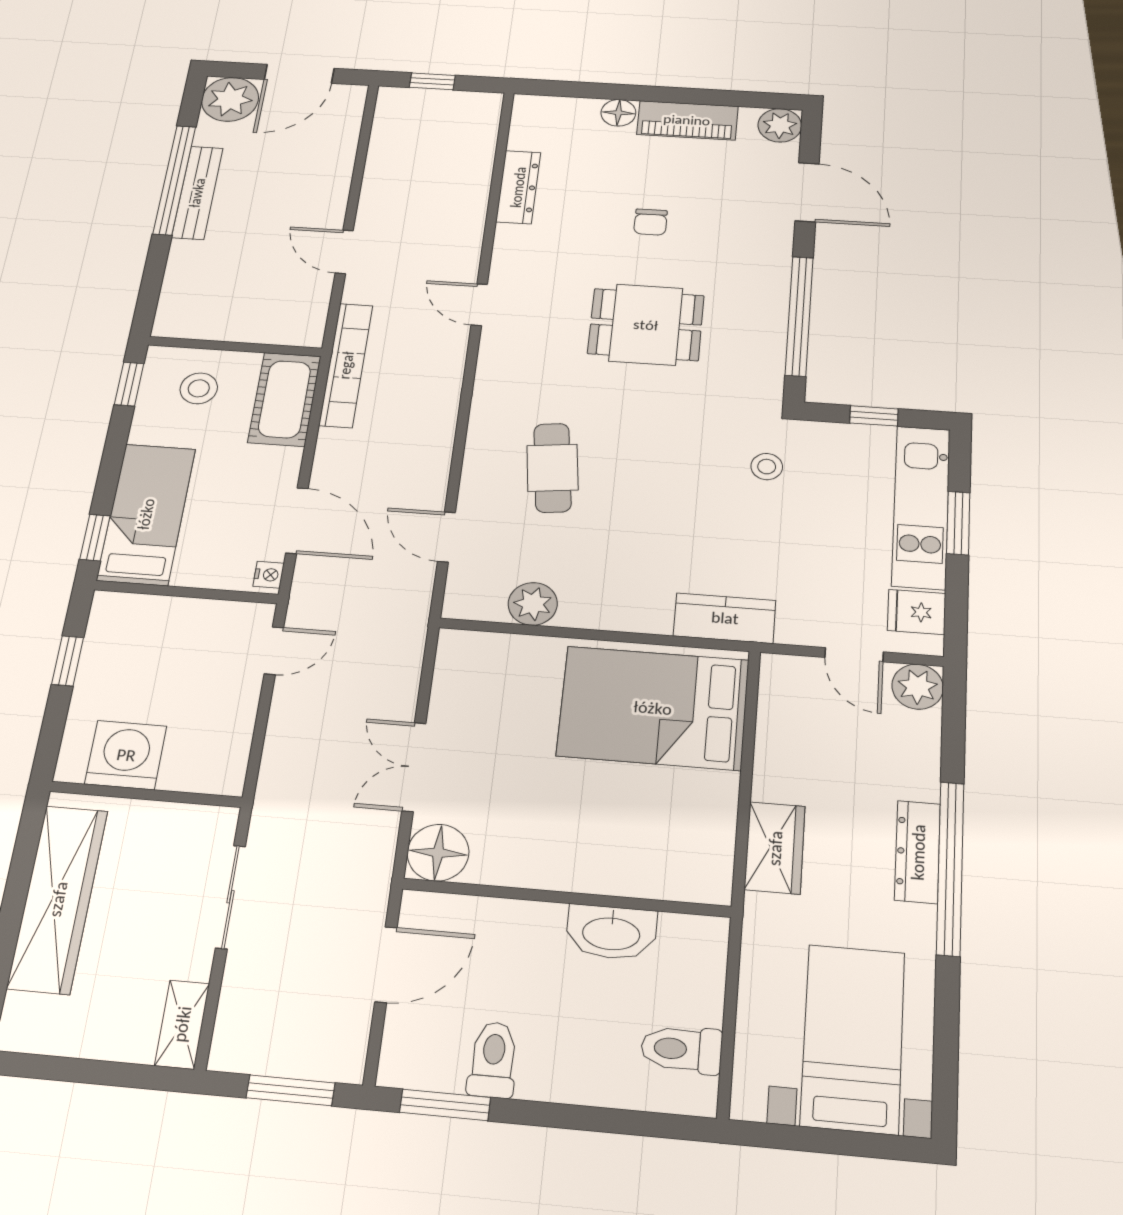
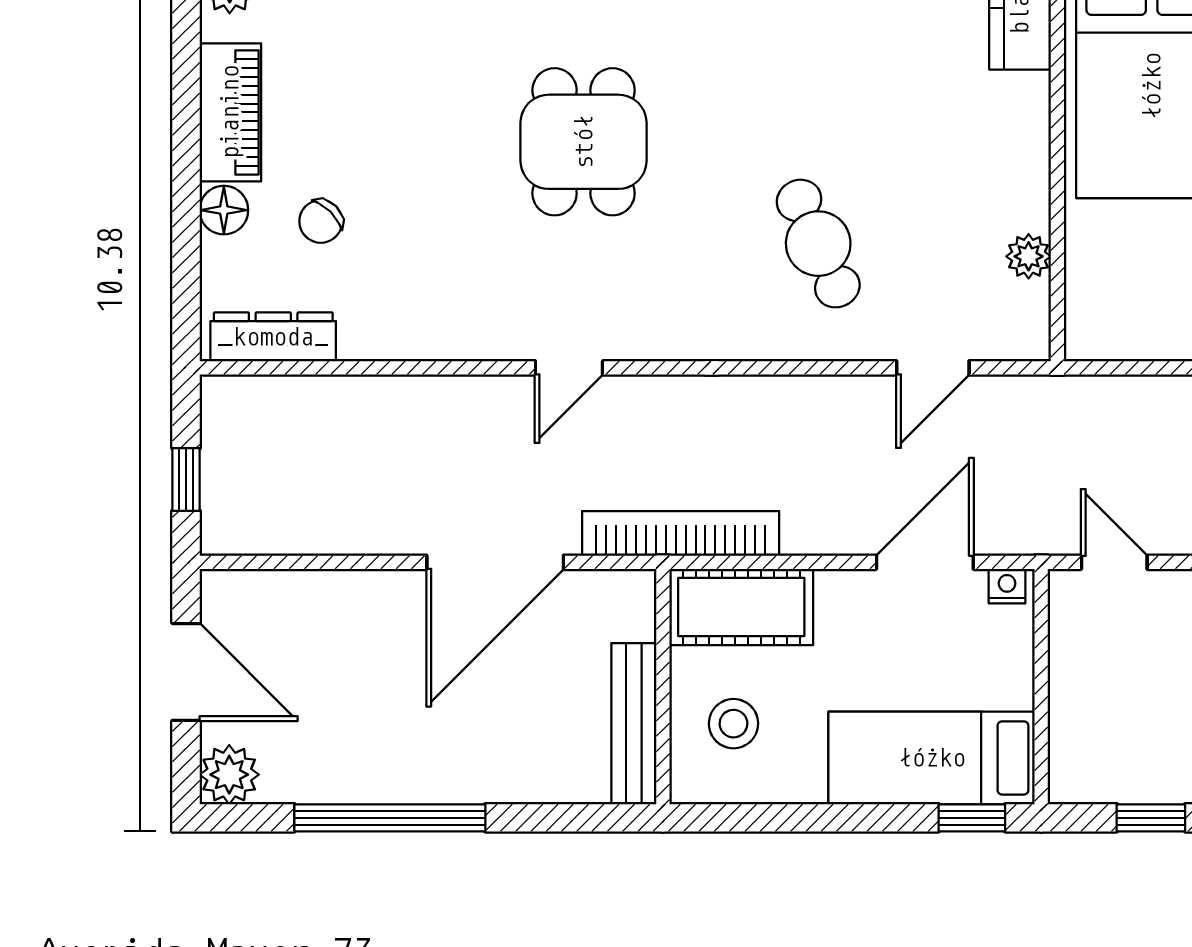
plant: (230, 99) -> (229, 775), width x0.73, depth x0.73
dresser: (518, 187) -> (273, 337), moved
bench: (197, 193) -> (634, 724), moved, turned 90
chair: (650, 222) -> (321, 221), moved, turned 135
door: (344, 252) -> (495, 562), width x1.87
window: (129, 384) -> (734, 818), removed
cafe table: (552, 468) -> (818, 244), turned 73
plant: (533, 604) -> (1029, 256), width x0.73, depth x0.73

